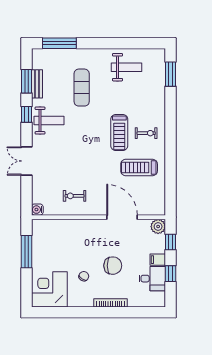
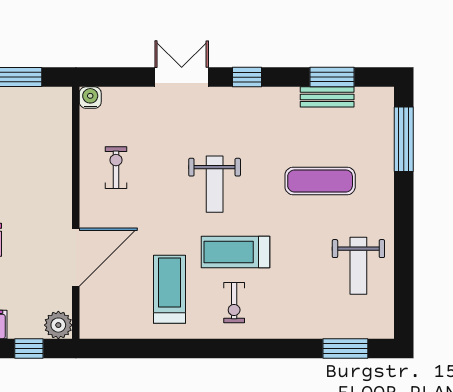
window: (26, 114) -> (247, 77), moved
weight bench: (49, 121) -> (215, 184), moved

